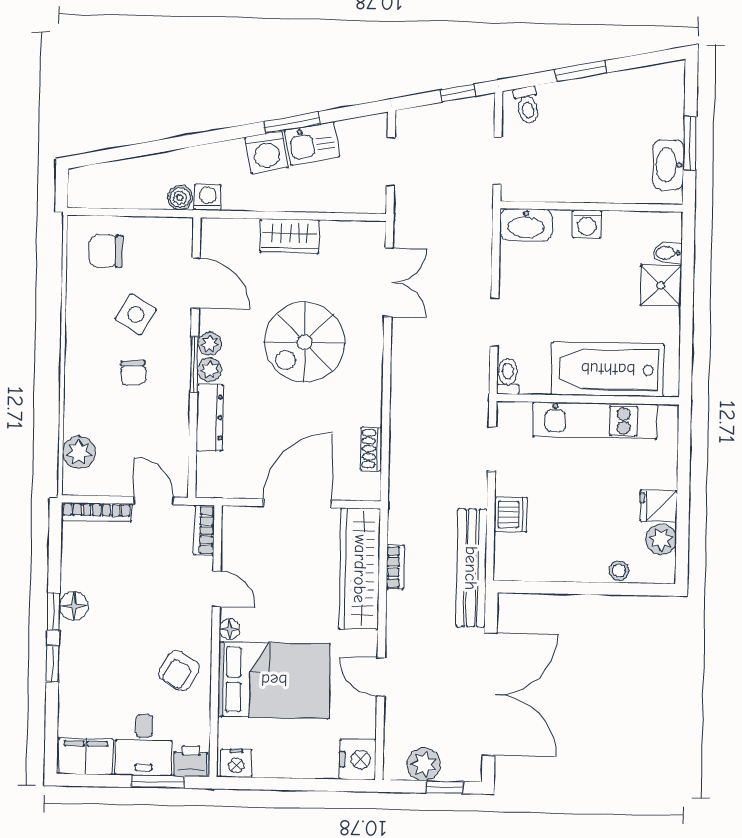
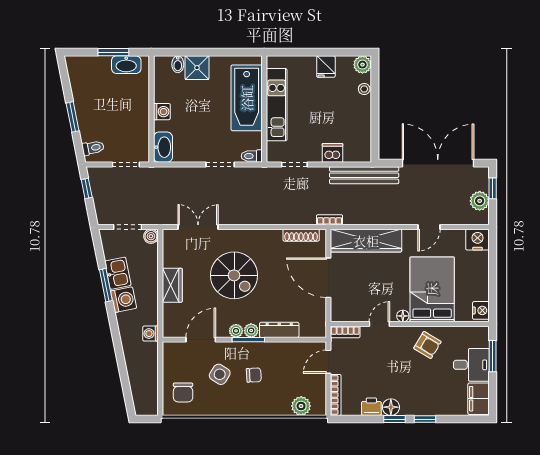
boiler: (180, 198) -> (151, 236), moved
shoe rack: (371, 449) -> (301, 235), width x1.43
plant: (661, 539) -> (362, 65), moved
bookcase: (395, 567) -> (330, 220), moved
printer: (191, 761) -> (371, 407), moved, turned 90

